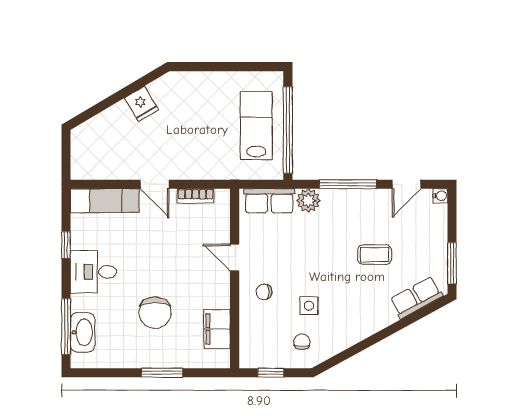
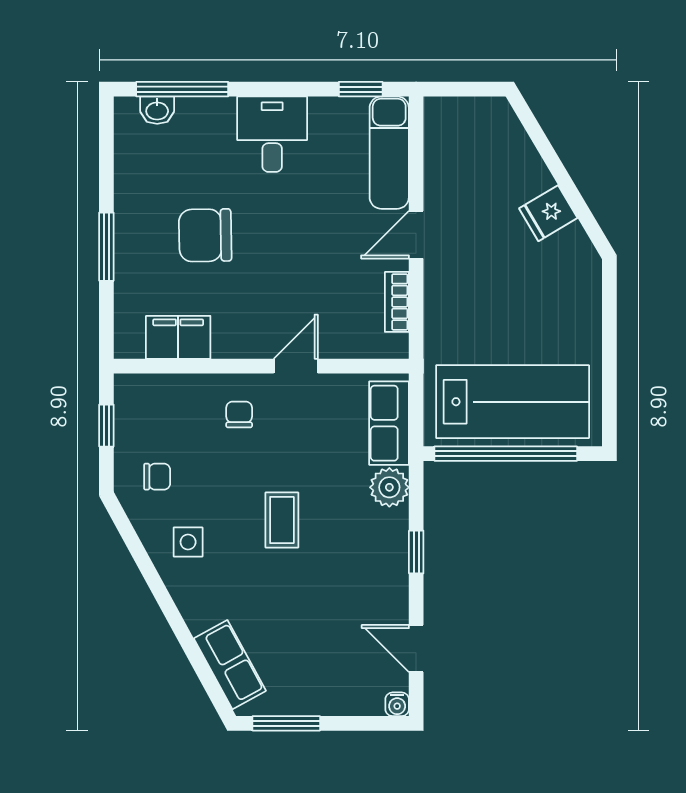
lab bench: (256, 126) -> (513, 402), width x1.36, depth x1.39
window: (348, 184) -> (416, 552), width x0.46
window: (66, 245) -> (361, 89), moved
coffee table: (375, 255) -> (282, 520), moved
side table: (309, 306) -> (188, 542), moved
washbasin: (83, 332) -> (157, 110), width x0.52, depth x0.69

